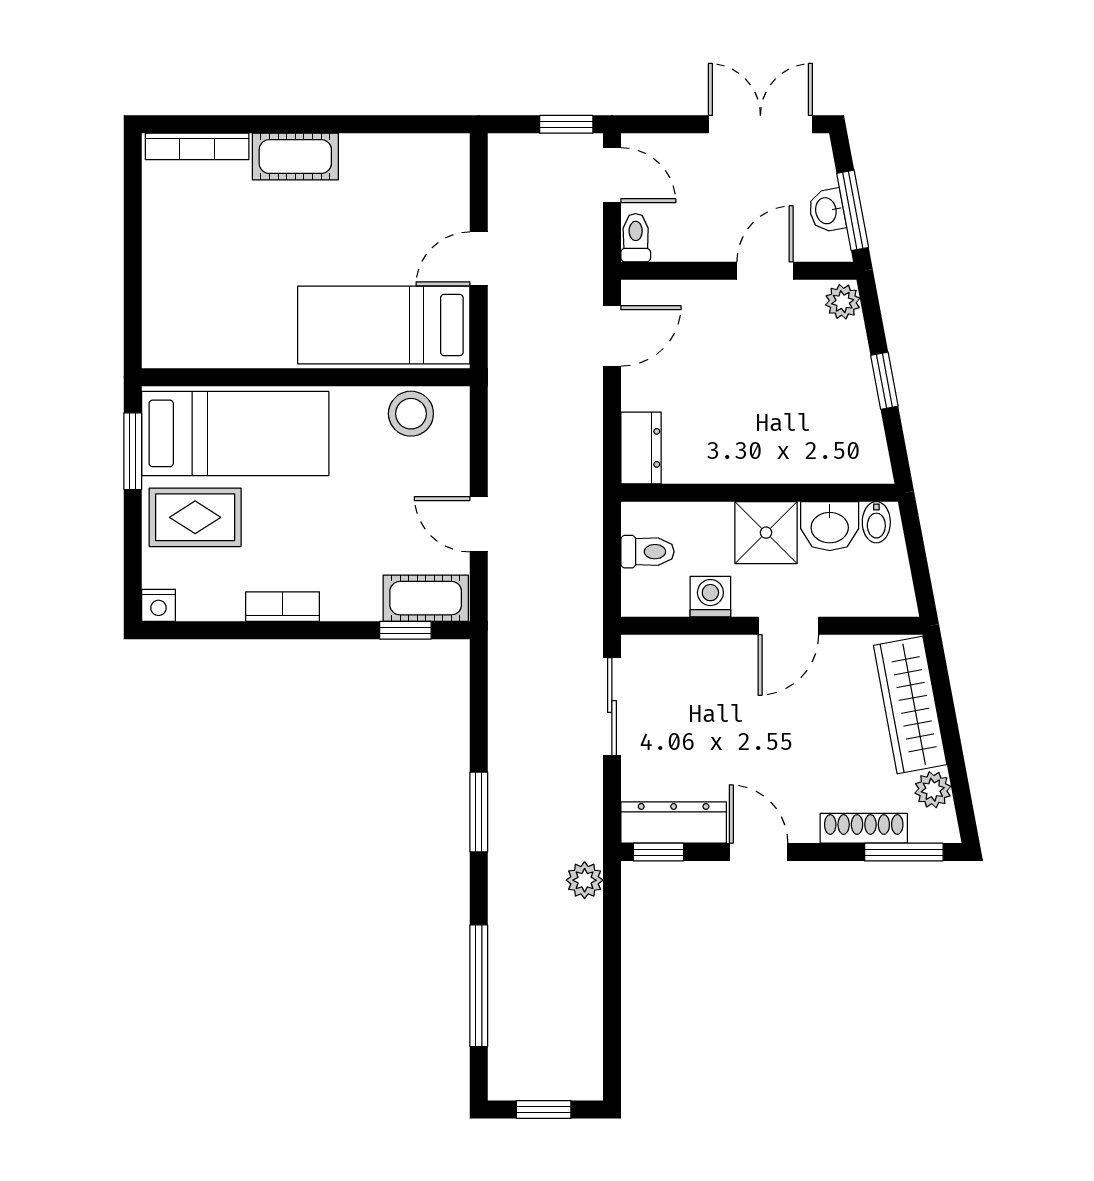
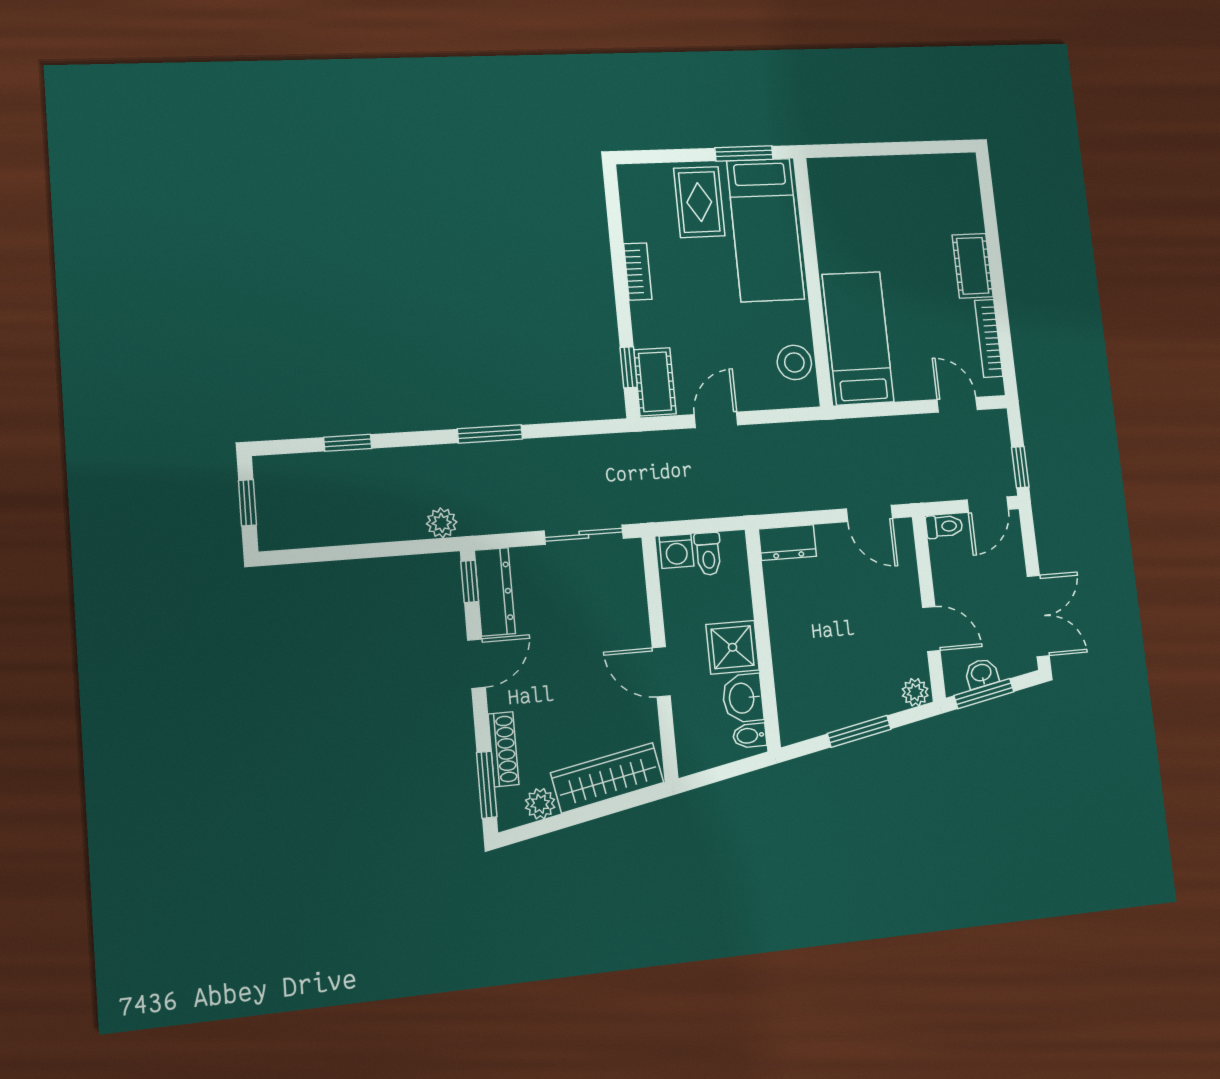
bookcase: (197, 146) -> (989, 338), moved
door: (479, 259) -> (957, 405), moved
window: (884, 381) -> (859, 731), width x1.50
washing machine: (710, 597) -> (676, 551), moved, turned 90
nightstand: (159, 605) -> (630, 177), removed
window: (479, 986) -> (348, 443), width x0.46

